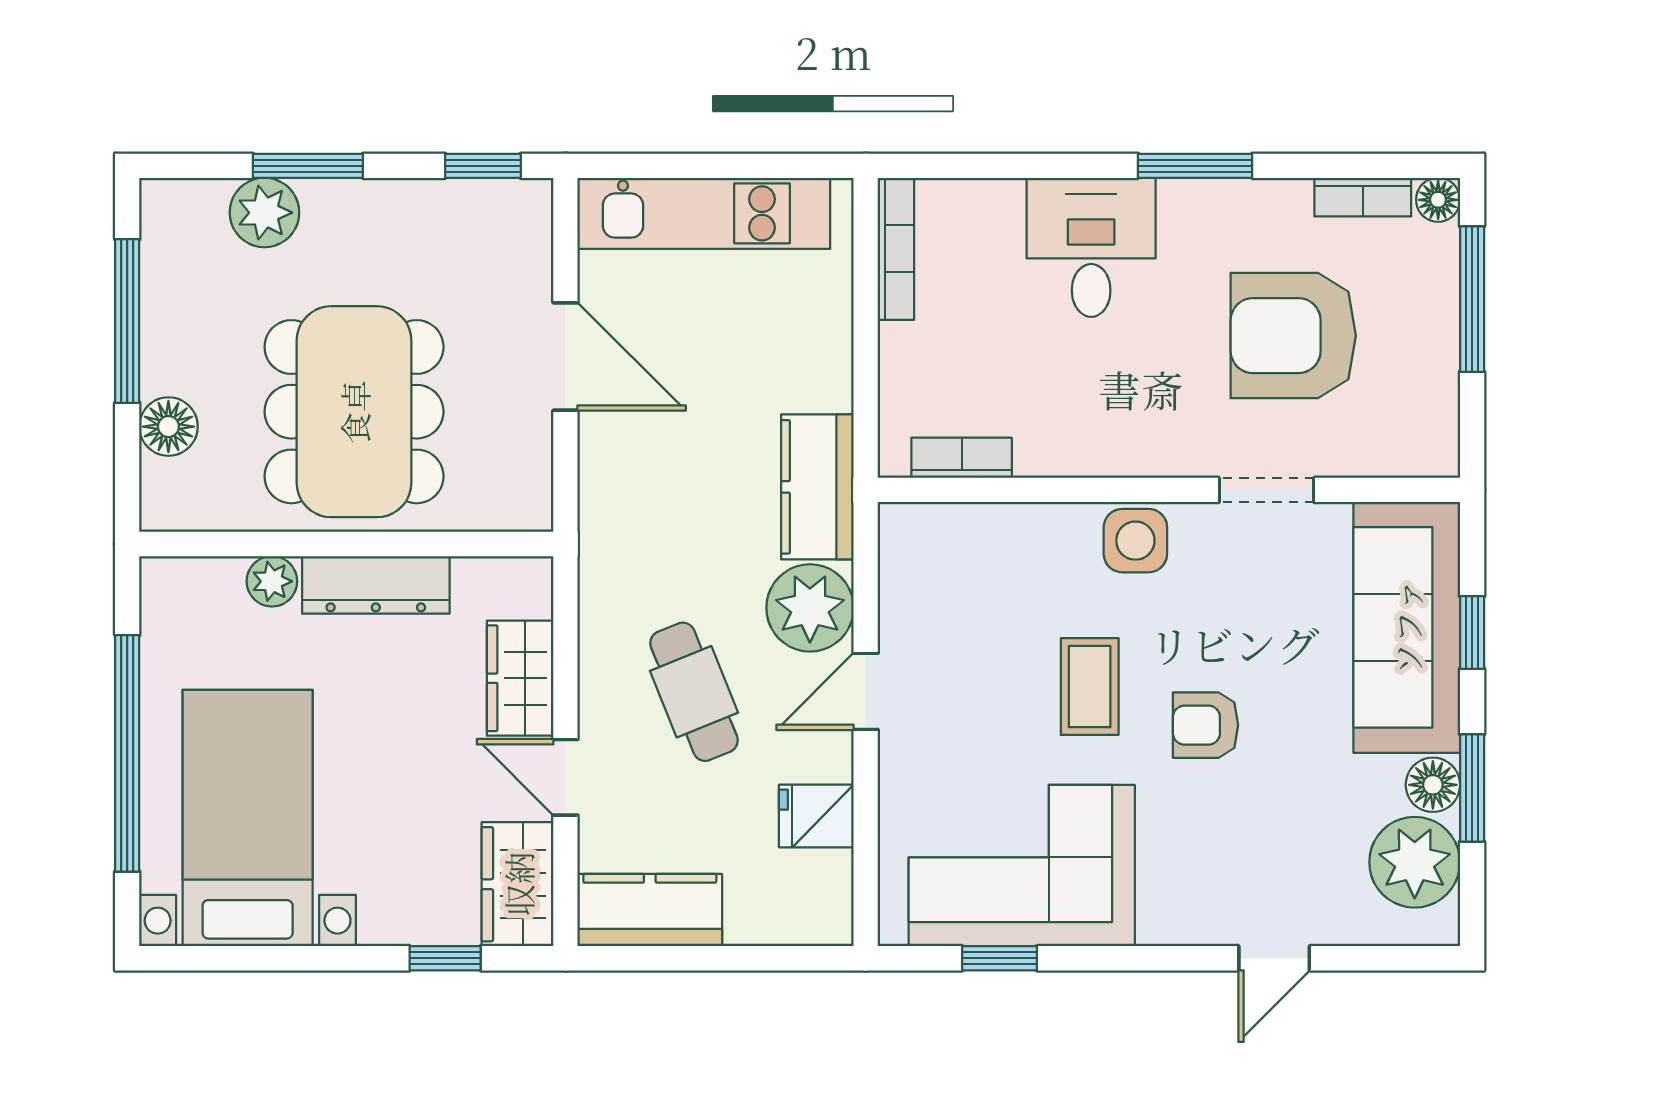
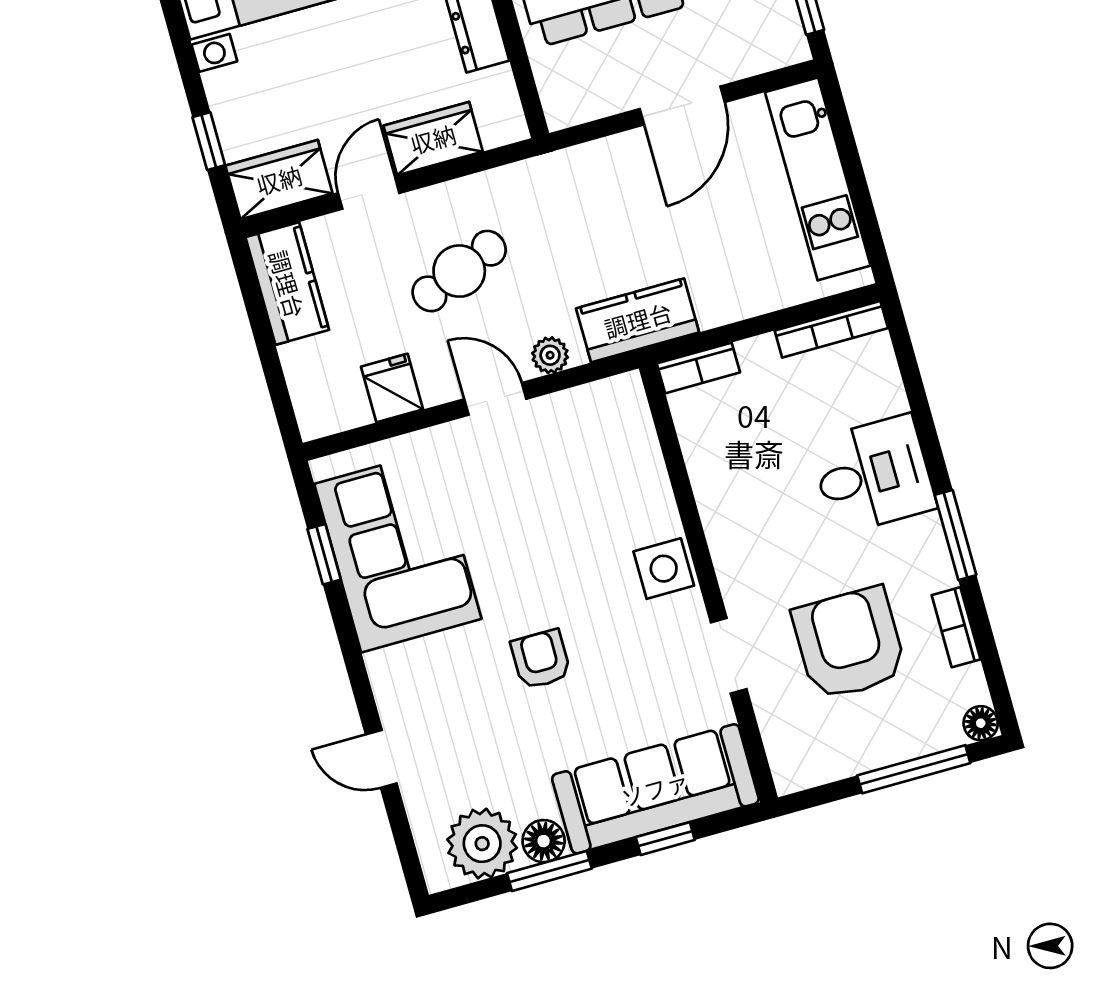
bookcase: (1363, 197) -> (956, 627), moved
bookcase: (962, 458) -> (698, 368), moved, turned 90
plant: (810, 608) -> (550, 355), width x0.53, depth x0.53
coffee table: (1090, 687) -> (545, 565), removed

